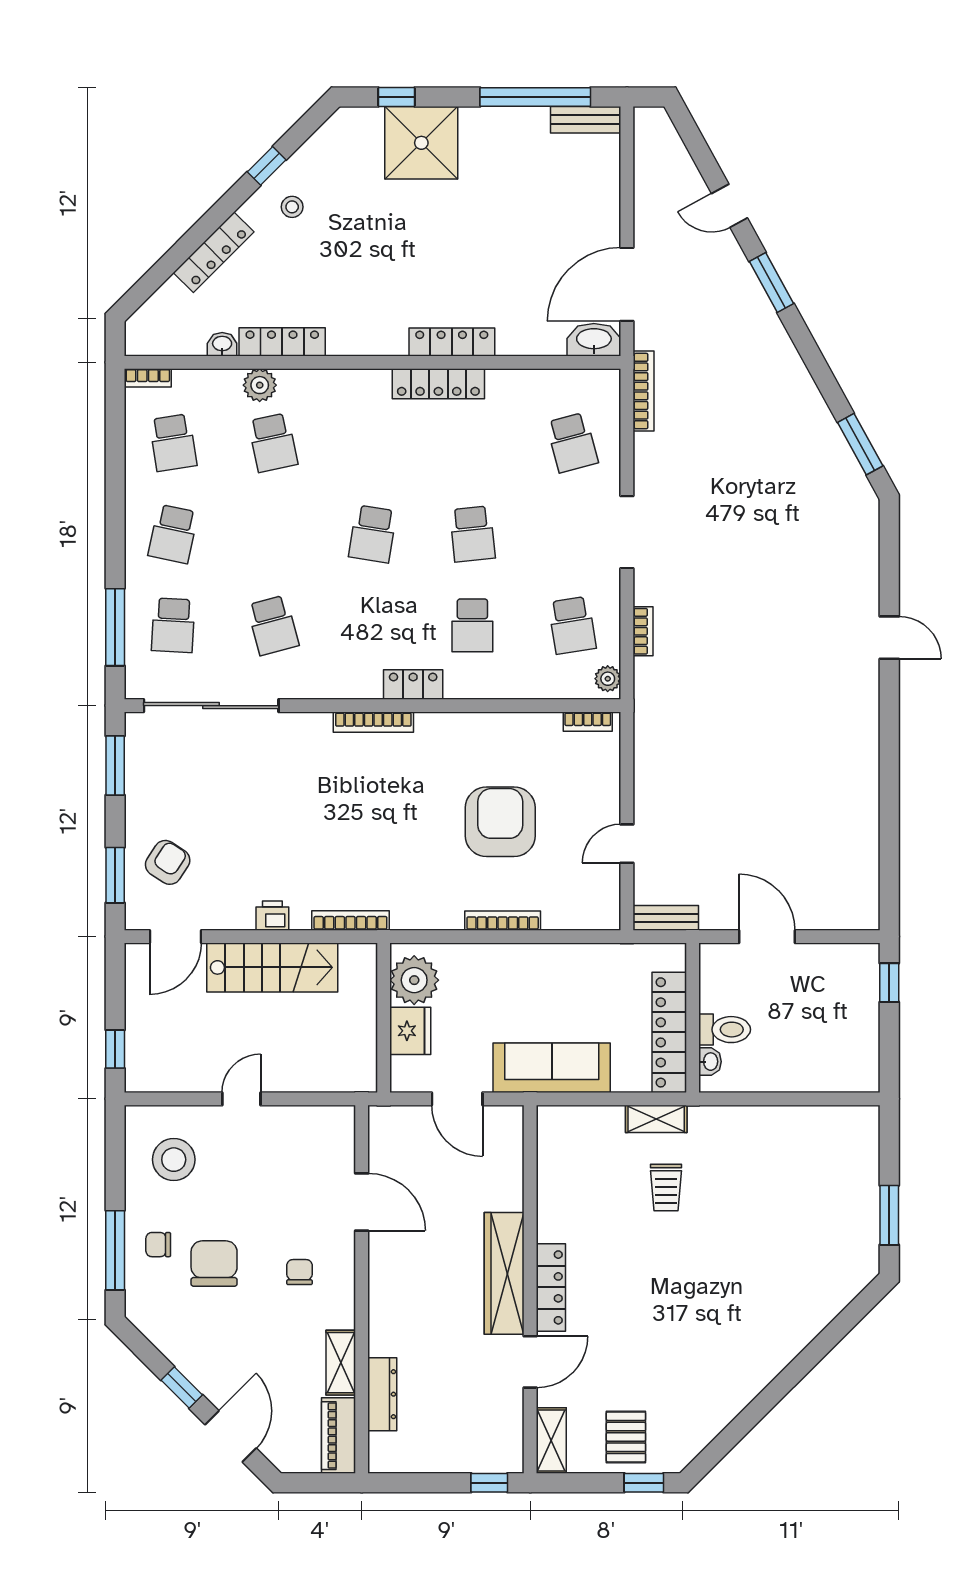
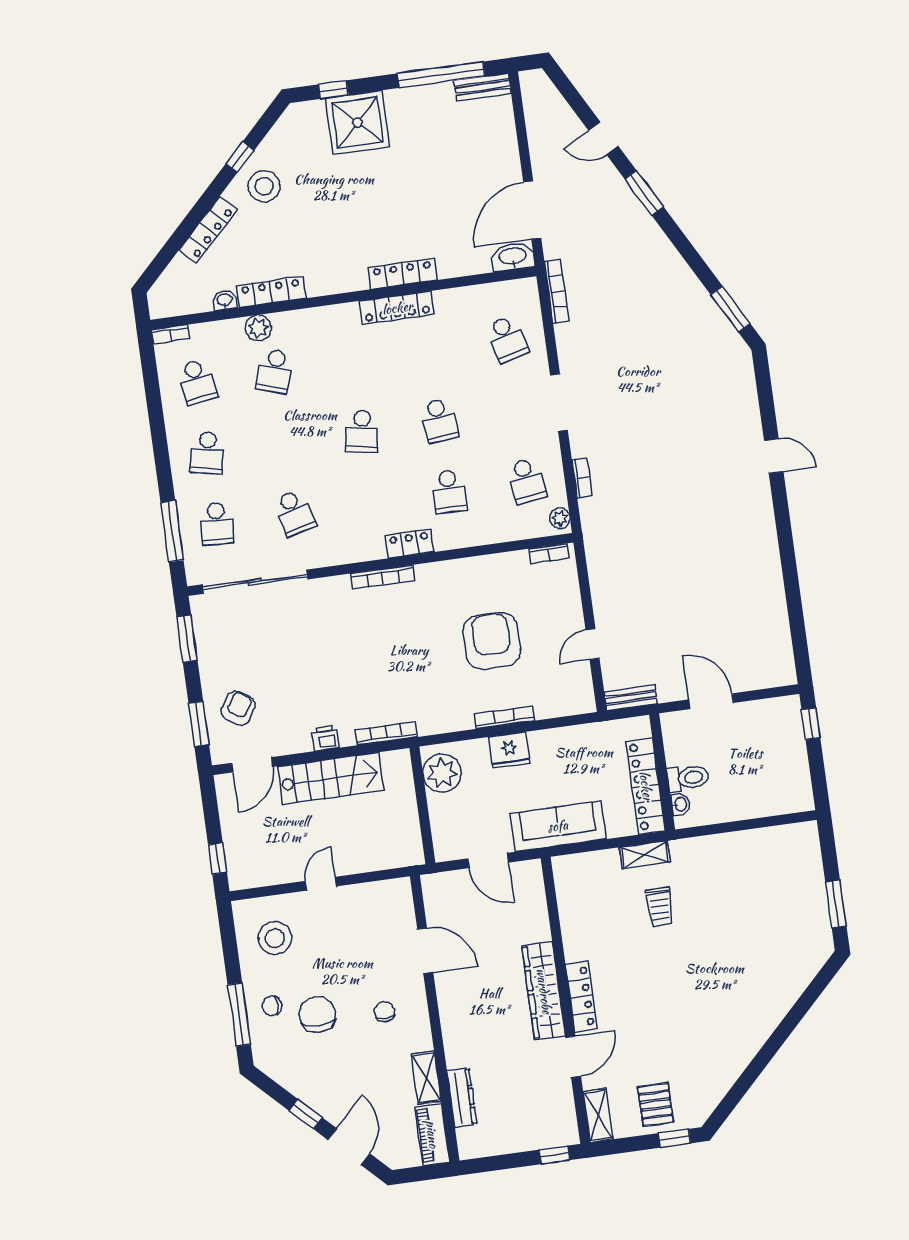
stool: (292, 207) -> (264, 186), width x1.89, depth x1.89
school desk: (273, 443) -> (275, 371), turned 30
fridge: (410, 1031) -> (509, 750), moved, turned 90

